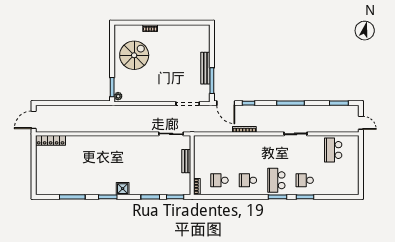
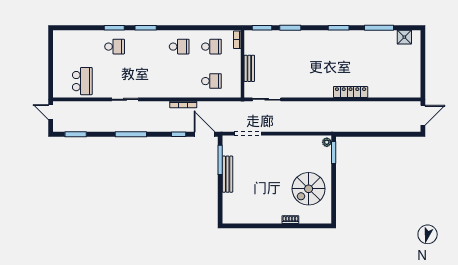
locker: (51, 140) -> (351, 92), moved
school desk: (276, 180) -> (211, 81), moved, width x0.54
shower: (123, 189) -> (404, 37), moved

